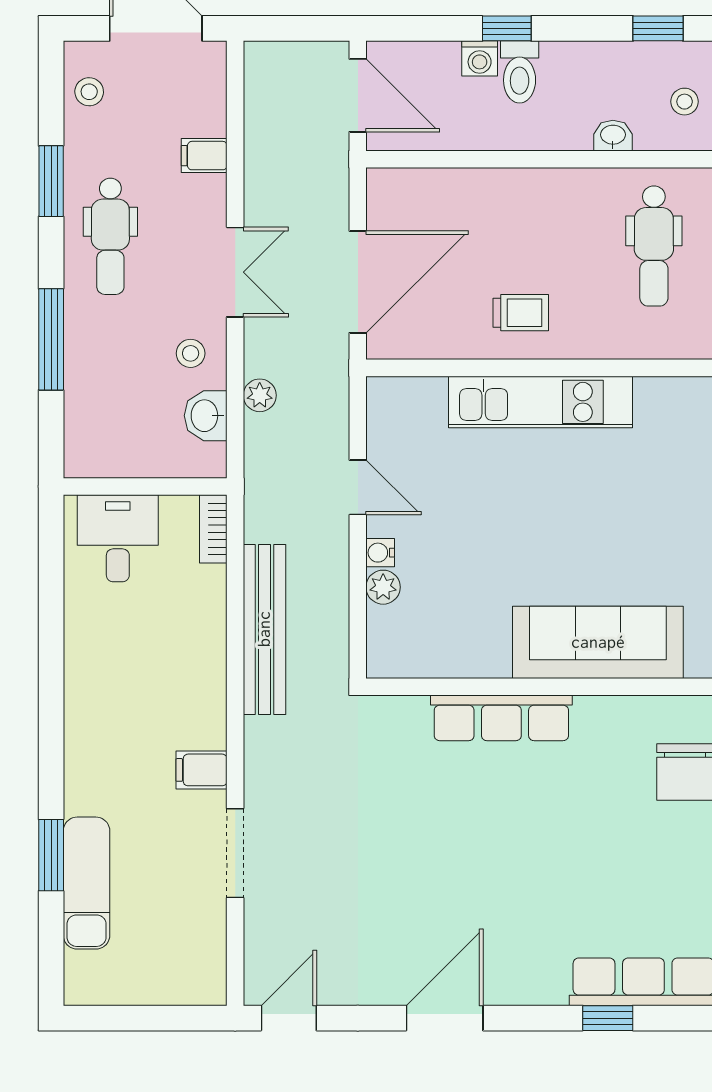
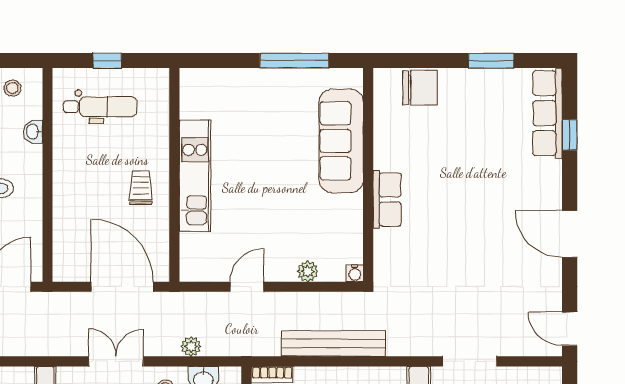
water cooler: (380, 553) -> (355, 273), moved
row of seats: (501, 718) -> (387, 199), width x0.68

